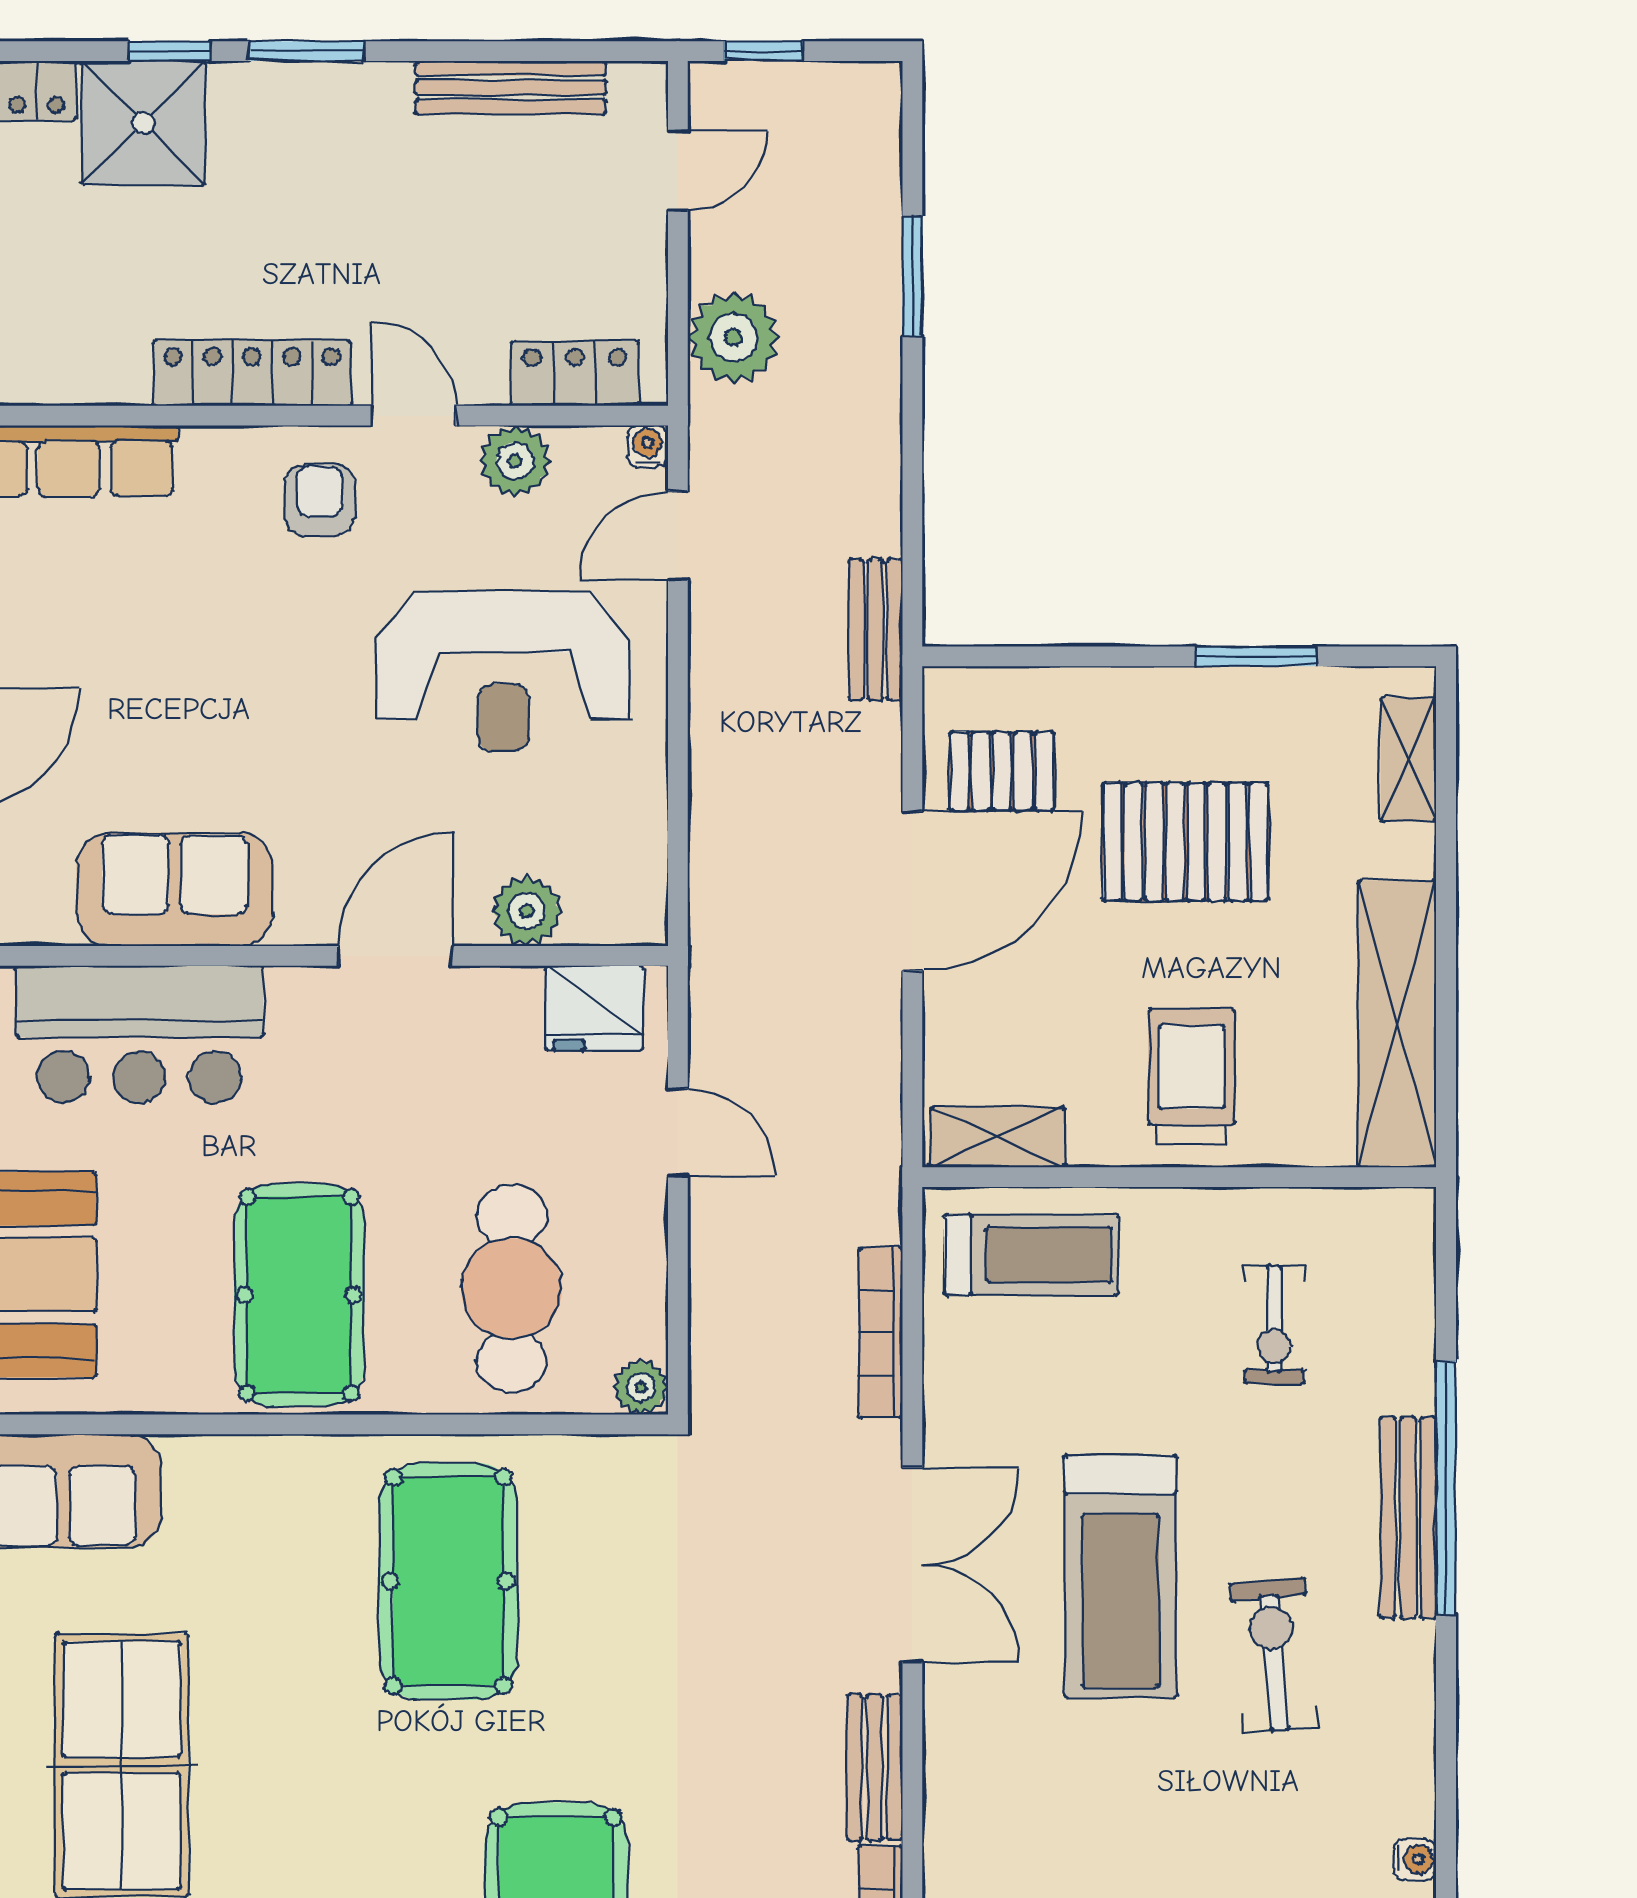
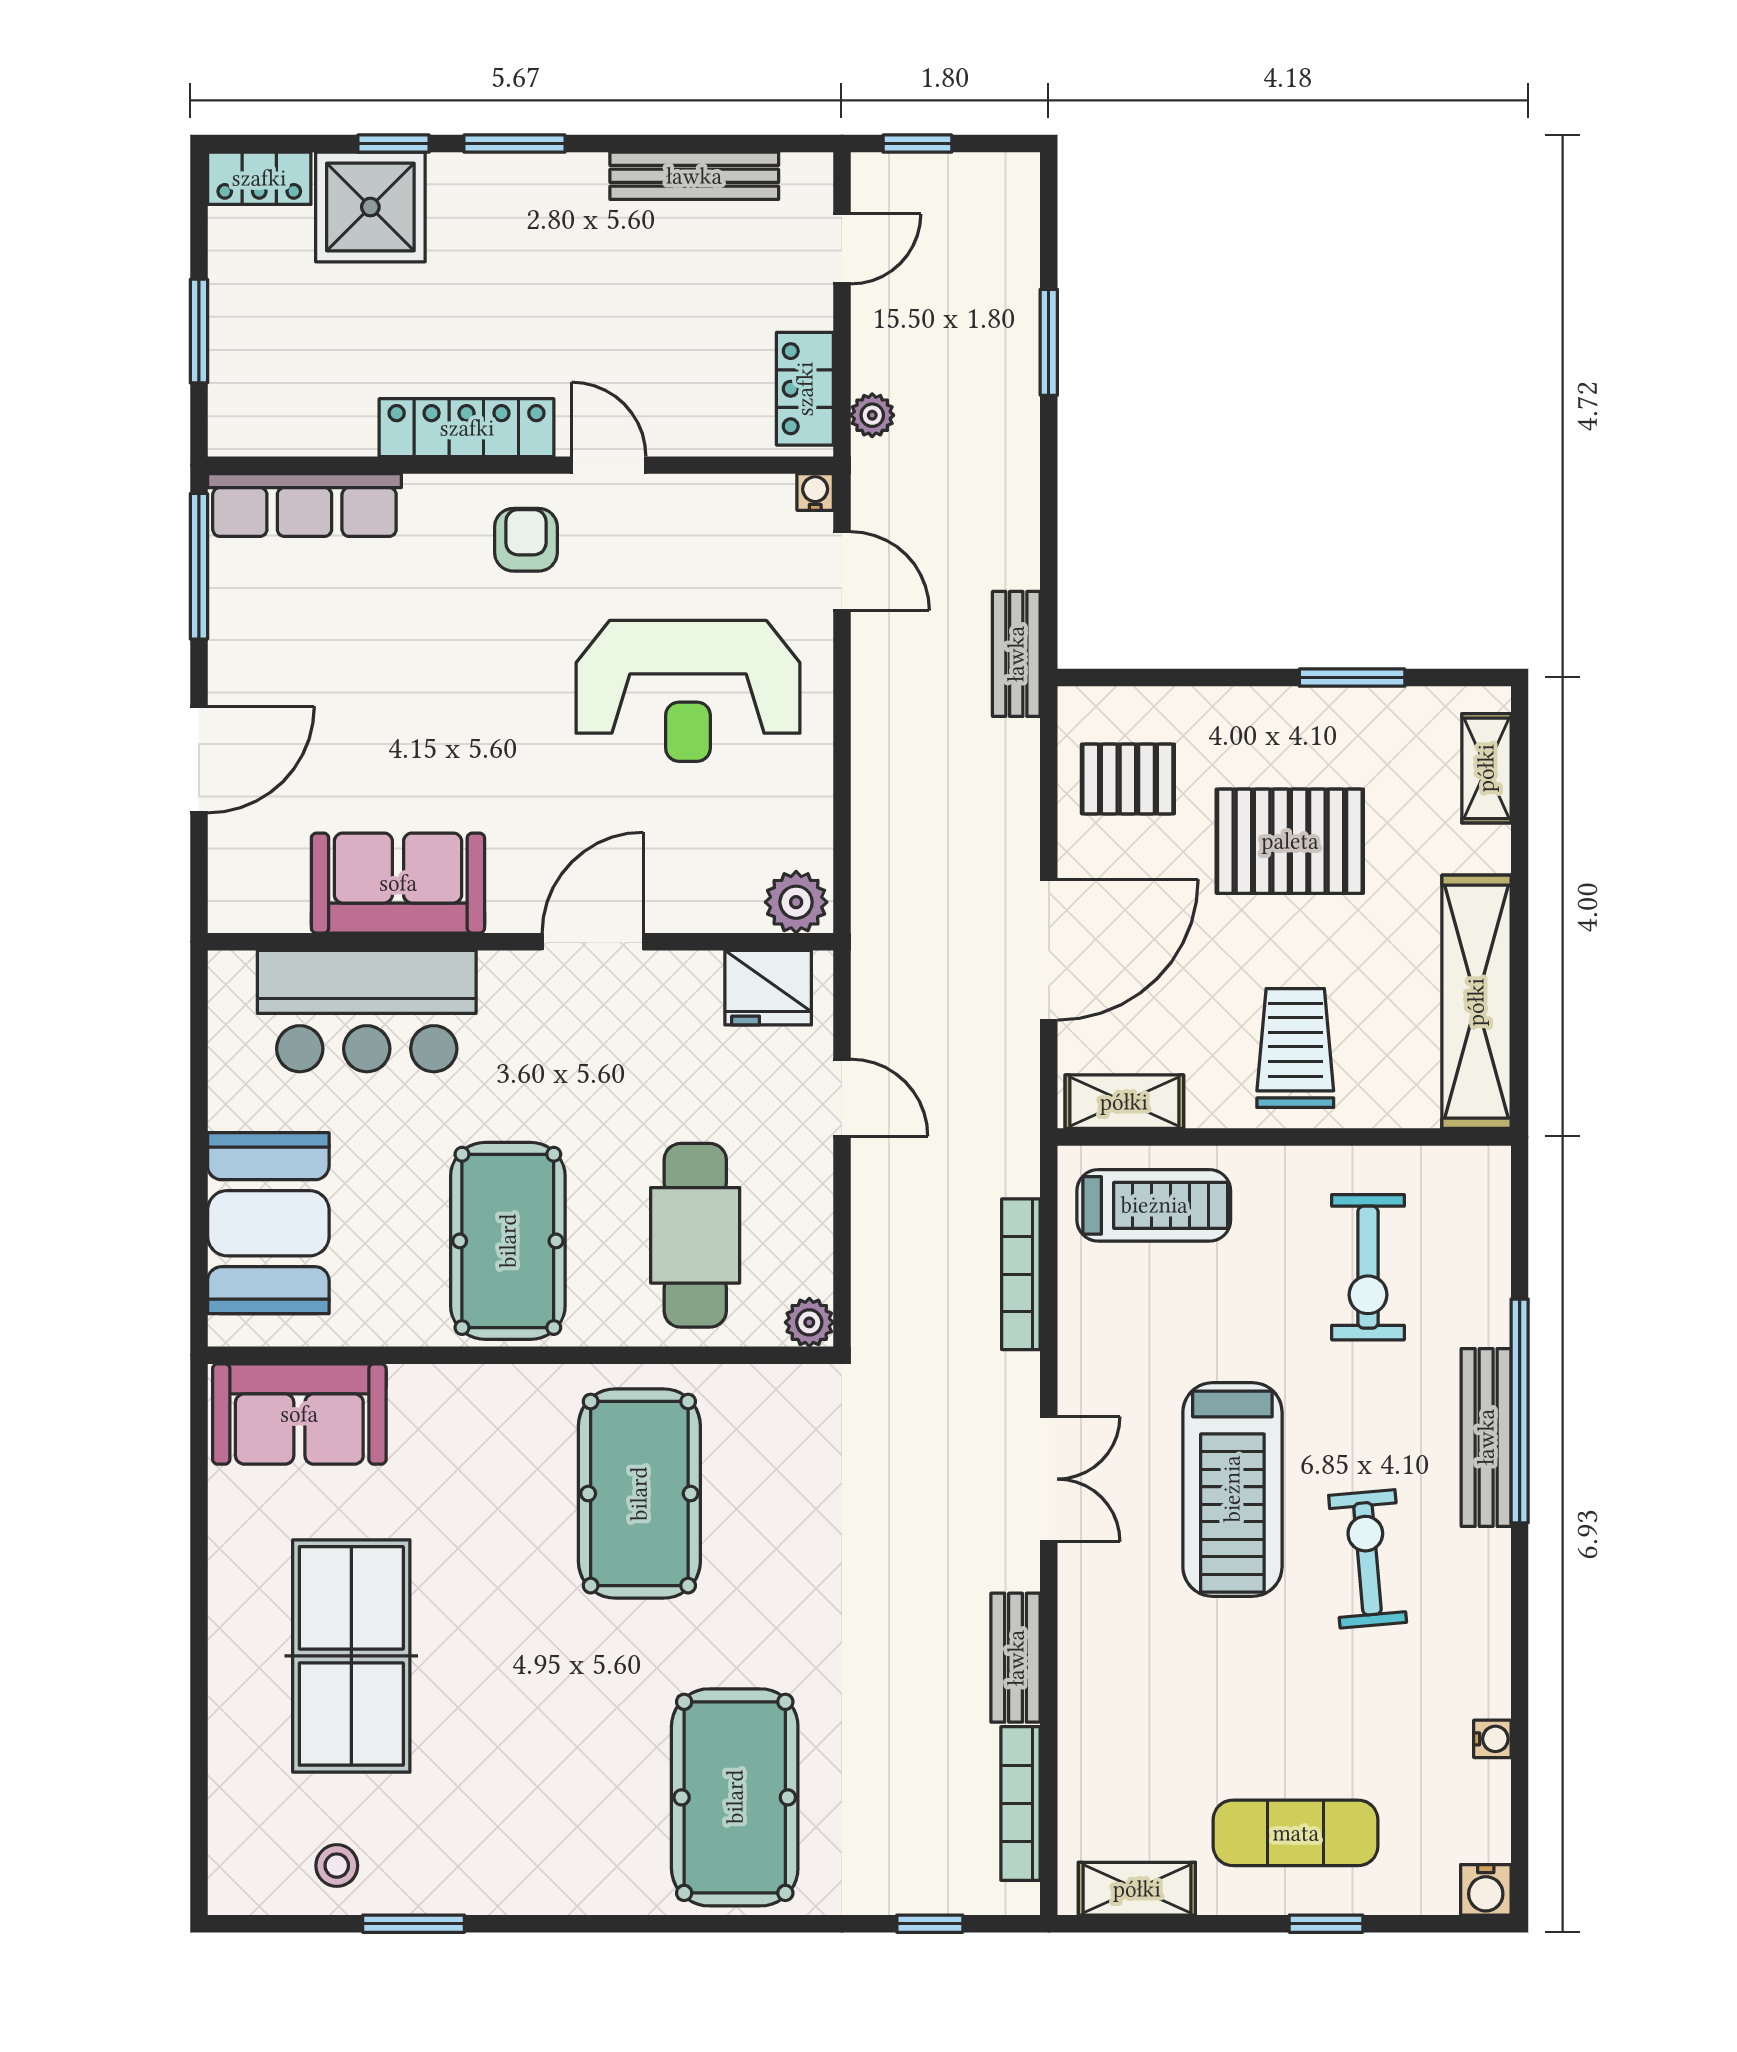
plant: (734, 338) -> (872, 415), width x0.53, depth x0.53
locker: (575, 373) -> (805, 389), moved, turned -90
plant: (515, 461) -> (698, 505), removed
door: (678, 536) -> (842, 571), swing flipped
door: (912, 891) -> (1049, 950), moved
plant: (526, 911) -> (796, 902), moved
exercise bike: (1274, 1325) -> (1368, 1267), width x1.38, depth x1.39
double door: (912, 1565) -> (1049, 1479), width x0.73

